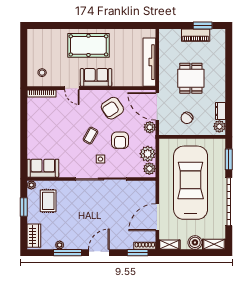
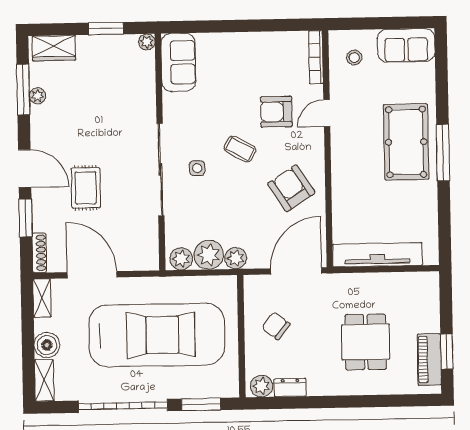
window: (95, 25) -> (443, 153), added
piano: (196, 35) -> (429, 359), moved
sofa: (96, 77) -> (406, 45), moved, turned 90
dining table: (191, 78) -> (366, 342), moved, turned 90
plant: (150, 127) -> (236, 258), moved
armchair: (120, 140) -> (276, 112), moved
rug: (48, 201) -> (86, 188), moved, turned 90
window: (68, 253) -> (23, 89), moved
window: (138, 253) -> (26, 218), moved

